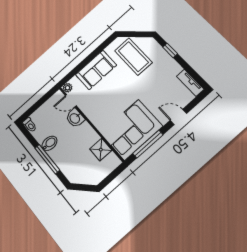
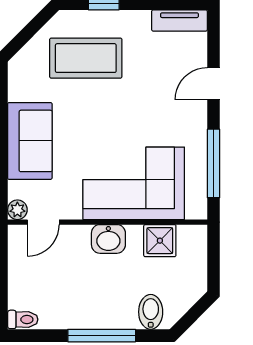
coffee table: (133, 57) -> (86, 58), moved
washbasin: (75, 118) -> (108, 239), moved
corner sofa: (131, 130) -> (134, 183), moved, turned 90
bidet: (49, 143) -> (151, 312), moved

